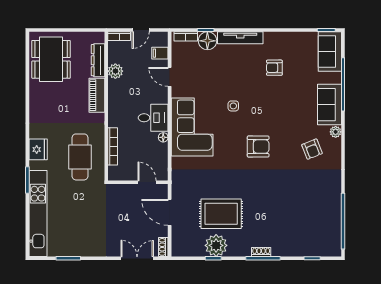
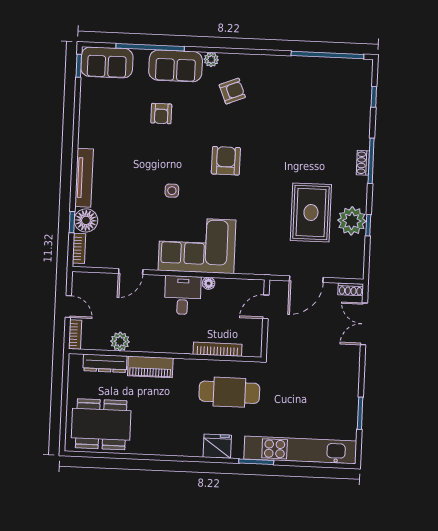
filing cabinet: (160, 53) -> (99, 283), removed
armchair: (274, 68) -> (161, 114), moved

